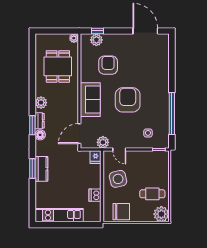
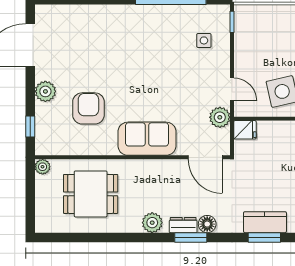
plant: (96, 40) -> (45, 91), moved
armchair: (108, 65) -> (88, 108), turned 90
armchair: (128, 100) -> (148, 75), removed
door: (119, 149) -> (232, 89), hinge flipped

